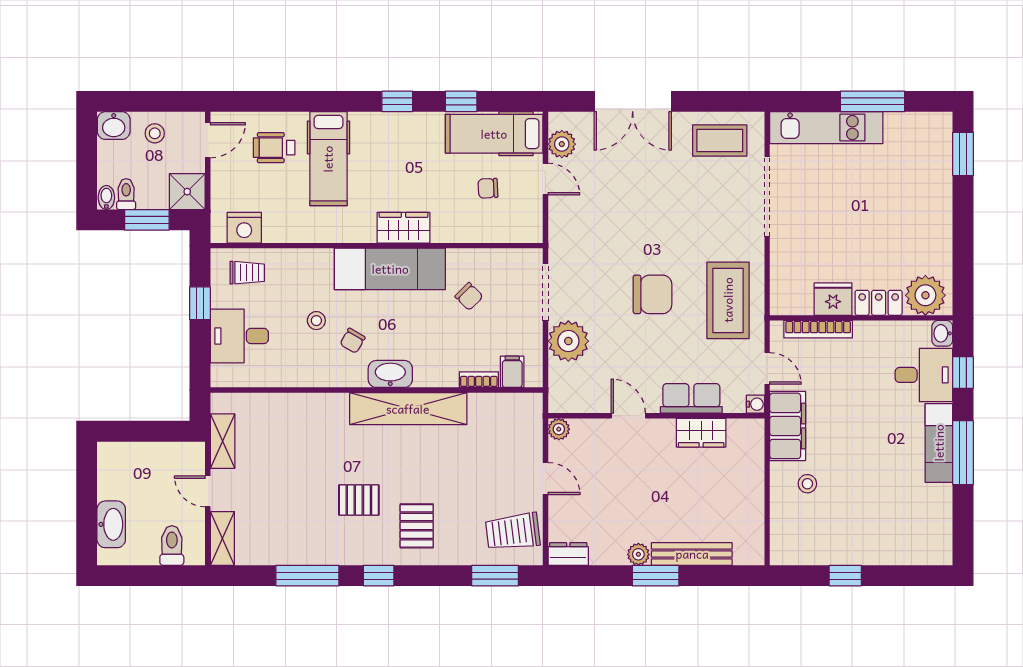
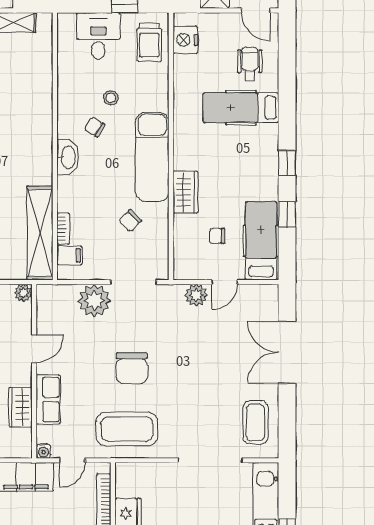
plant: (562, 144) -> (196, 295), moved
chair: (488, 188) -> (217, 236), turned -87
wardrobe: (403, 228) -> (185, 192), moved
trolley: (247, 273) -> (149, 42), width x1.36, depth x1.39
shelving: (408, 409) -> (40, 233), moved

